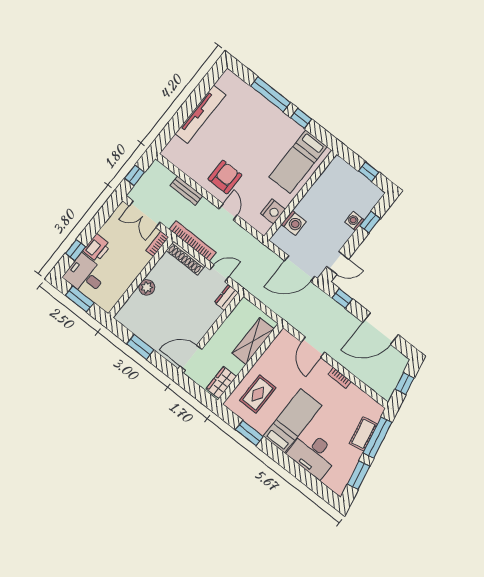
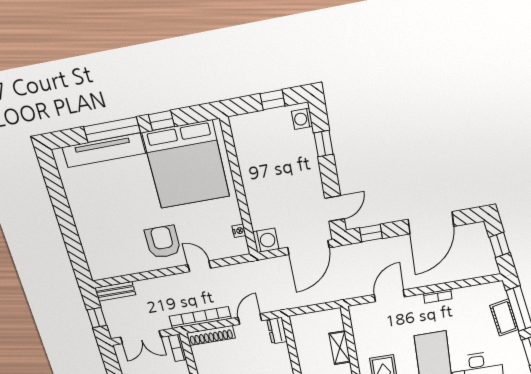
tv unit: (200, 114) -> (104, 150), moved, turned 90
bed: (298, 162) -> (186, 165), width x2.04
bench: (186, 191) -> (115, 291), moved
nightstand: (273, 211) -> (239, 231), width x0.53, depth x0.56
washing machine: (354, 221) -> (302, 119), moved
washing machine: (294, 223) -> (266, 240), moved
shelving: (253, 341) -> (340, 348), width x0.67, depth x0.75
door: (313, 347) -> (389, 296), swing flipped

